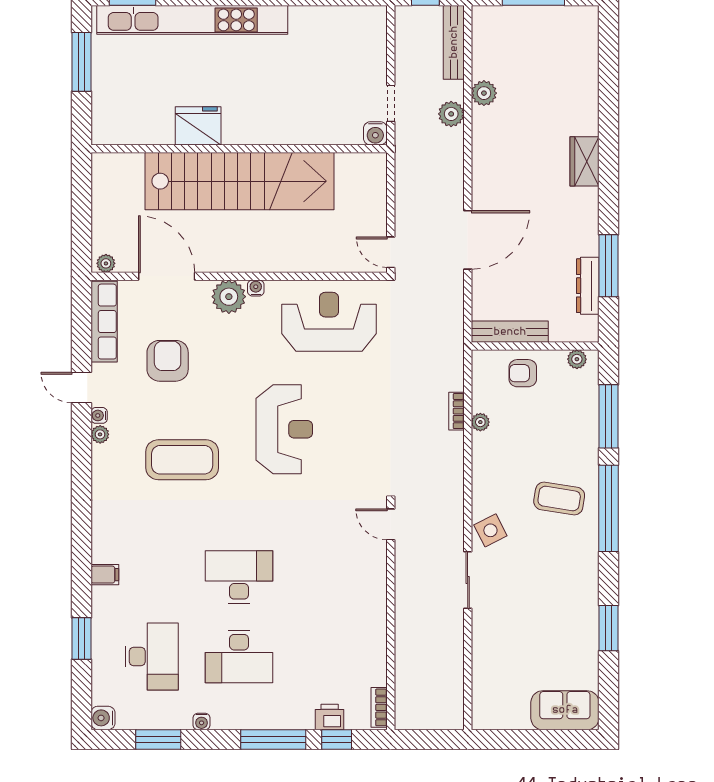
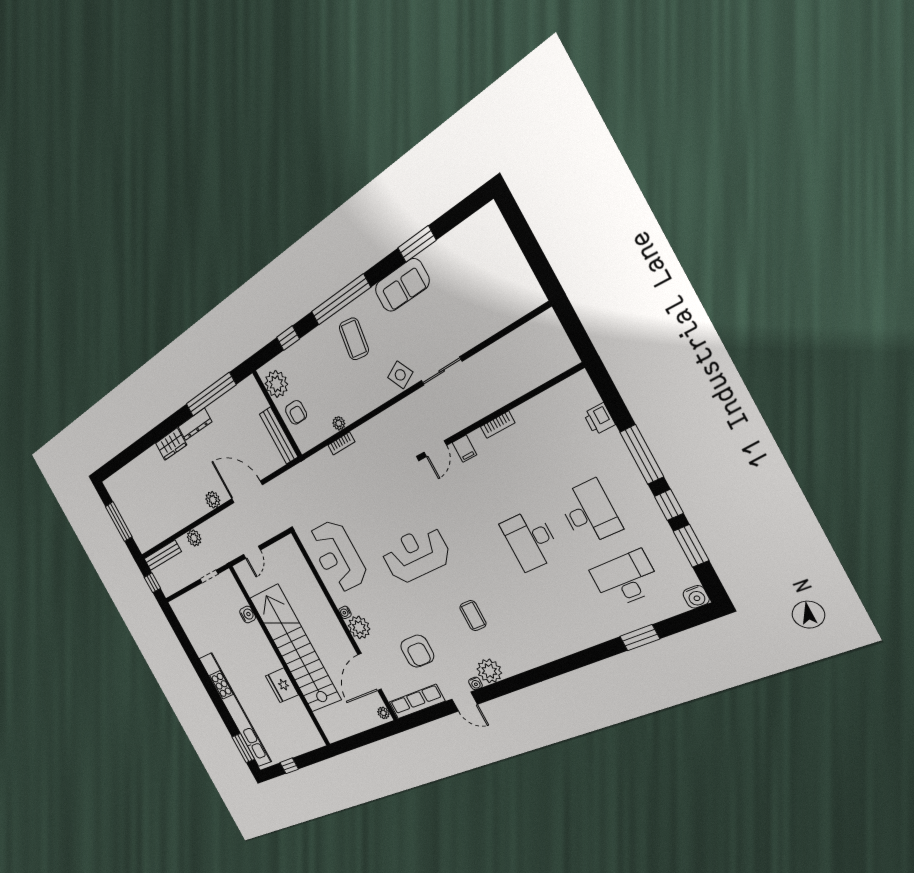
window: (81, 62) -> (289, 766), width x0.46
plant: (484, 93) -> (213, 500), moved
water cooler: (375, 133) -> (248, 614), moved
door: (391, 252) -> (252, 552), moved
window: (608, 266) -> (211, 395), width x1.46
dresser: (588, 286) -> (195, 424), moved
plant: (577, 359) -> (276, 384), width x1.88, depth x1.88
armchair: (168, 361) -> (417, 651), turned -90
door: (81, 388) -> (464, 702), hinge flipped
window: (608, 416) -> (288, 338), width x0.46
plant: (100, 434) -> (489, 671), width x1.87, depth x1.87
coffee table: (182, 460) -> (473, 616), width x0.54, depth x0.58
filing cabinet: (105, 575) -> (464, 449), moved, turned 180
bookcase: (379, 707) -> (498, 425), moved
sofa: (565, 710) -> (402, 285), moved, turned -90
water cooler: (202, 721) -> (657, 518), removed
window: (337, 739) -> (669, 505), moved

